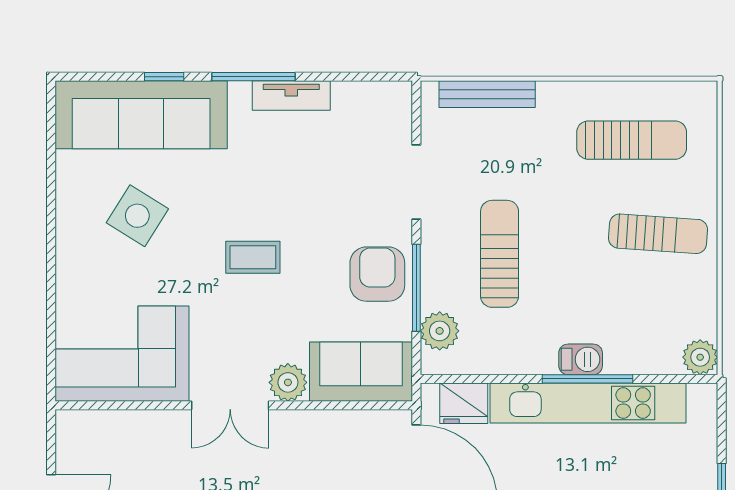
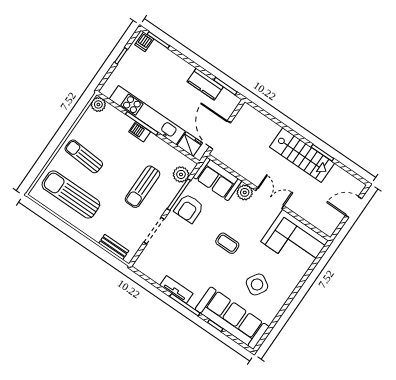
bench: (487, 94) -> (114, 247), width x0.73
sun lounger: (632, 140) -> (71, 194), width x1.36, depth x1.34

